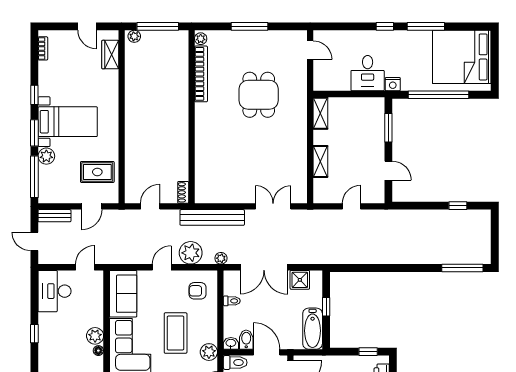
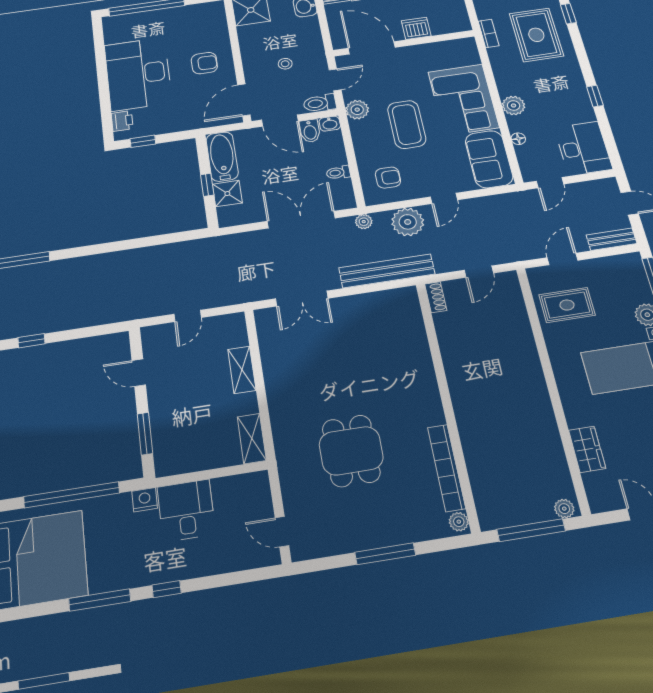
wardrobe: (110, 55) -> (587, 449), moved
shower: (300, 280) -> (227, 194), moved
floor lamp: (98, 351) -> (518, 139), moved

